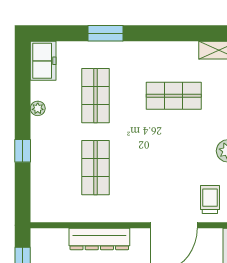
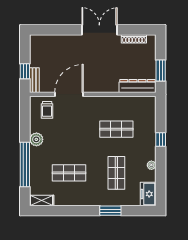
shop shelf: (95, 168) -> (116, 129), turned 90
dresser: (99, 239) -> (138, 86), moved

